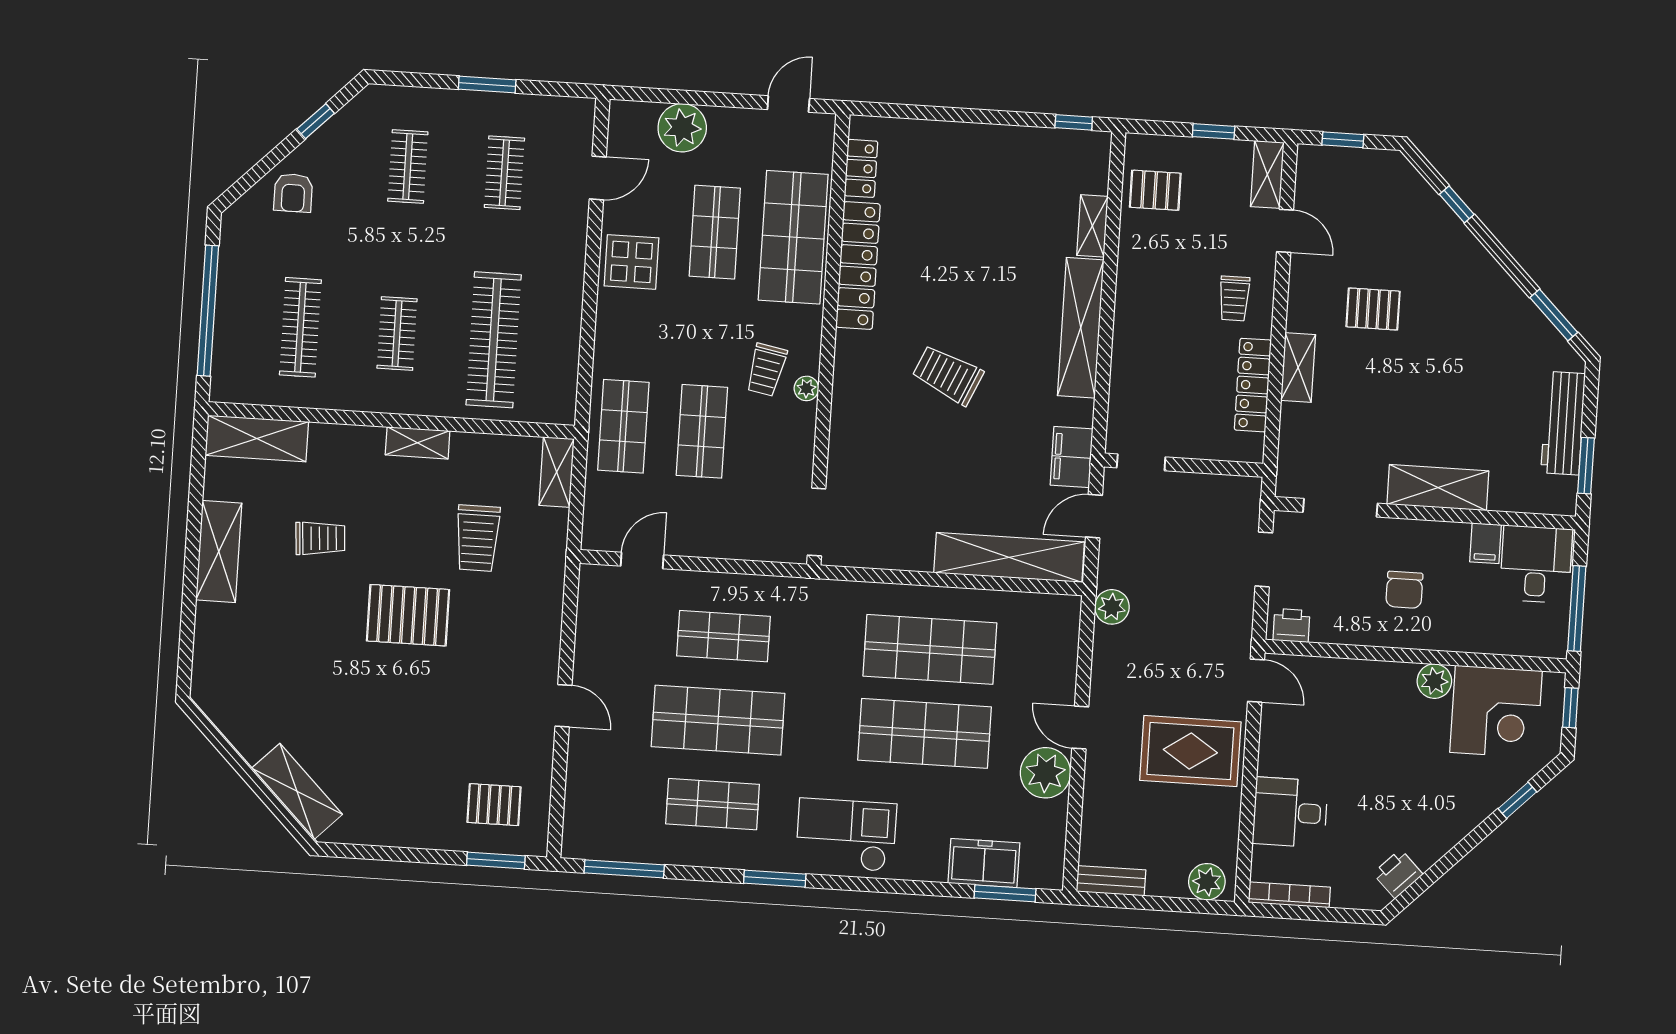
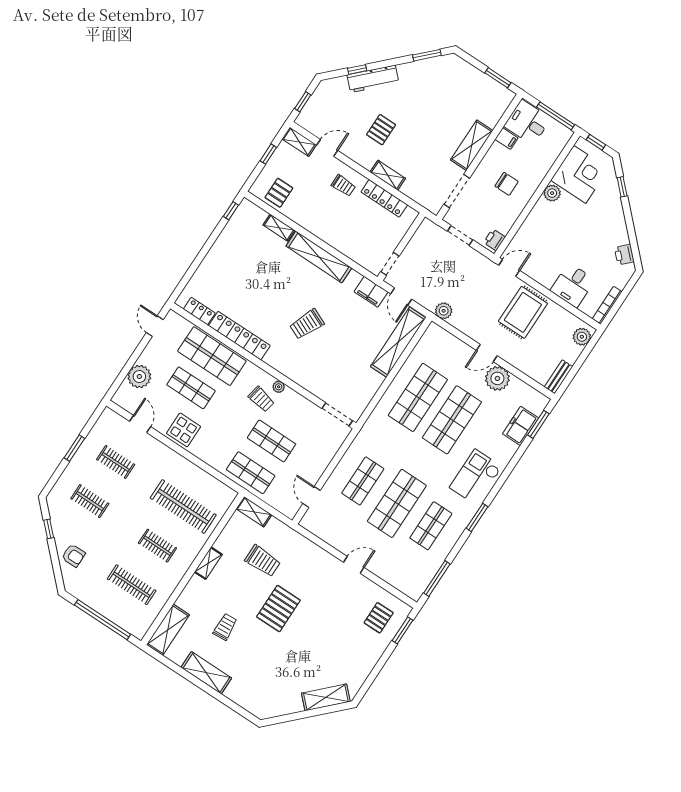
workbench: (1563, 423) -> (373, 79), moved, turned -45

